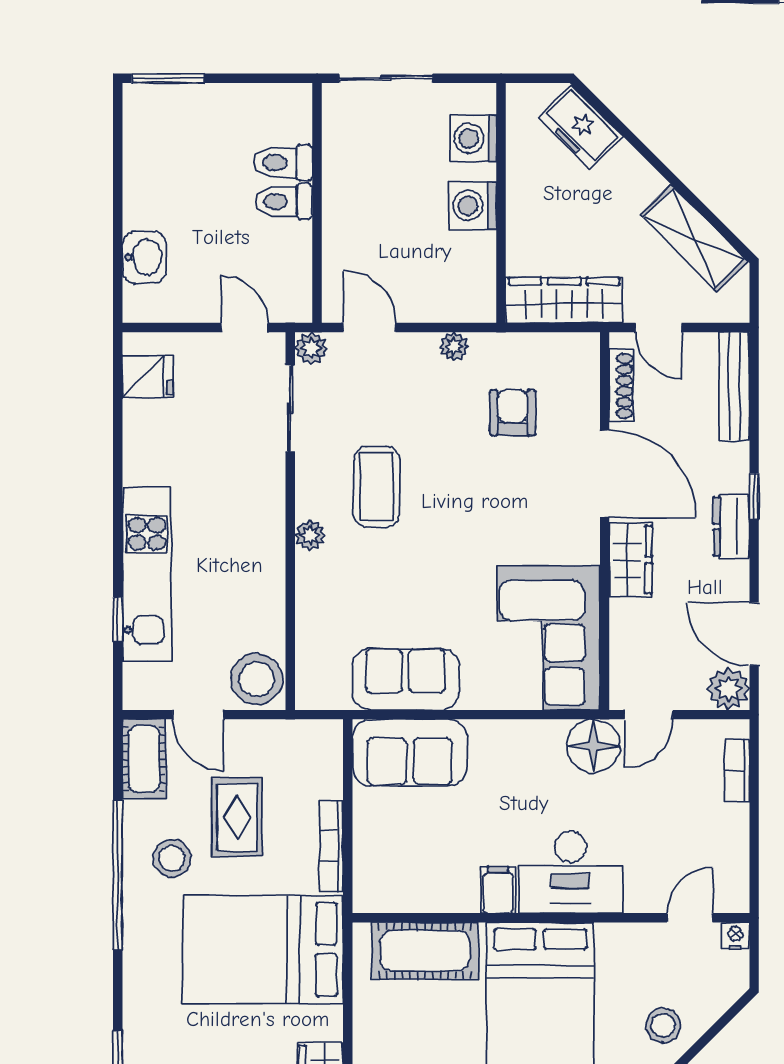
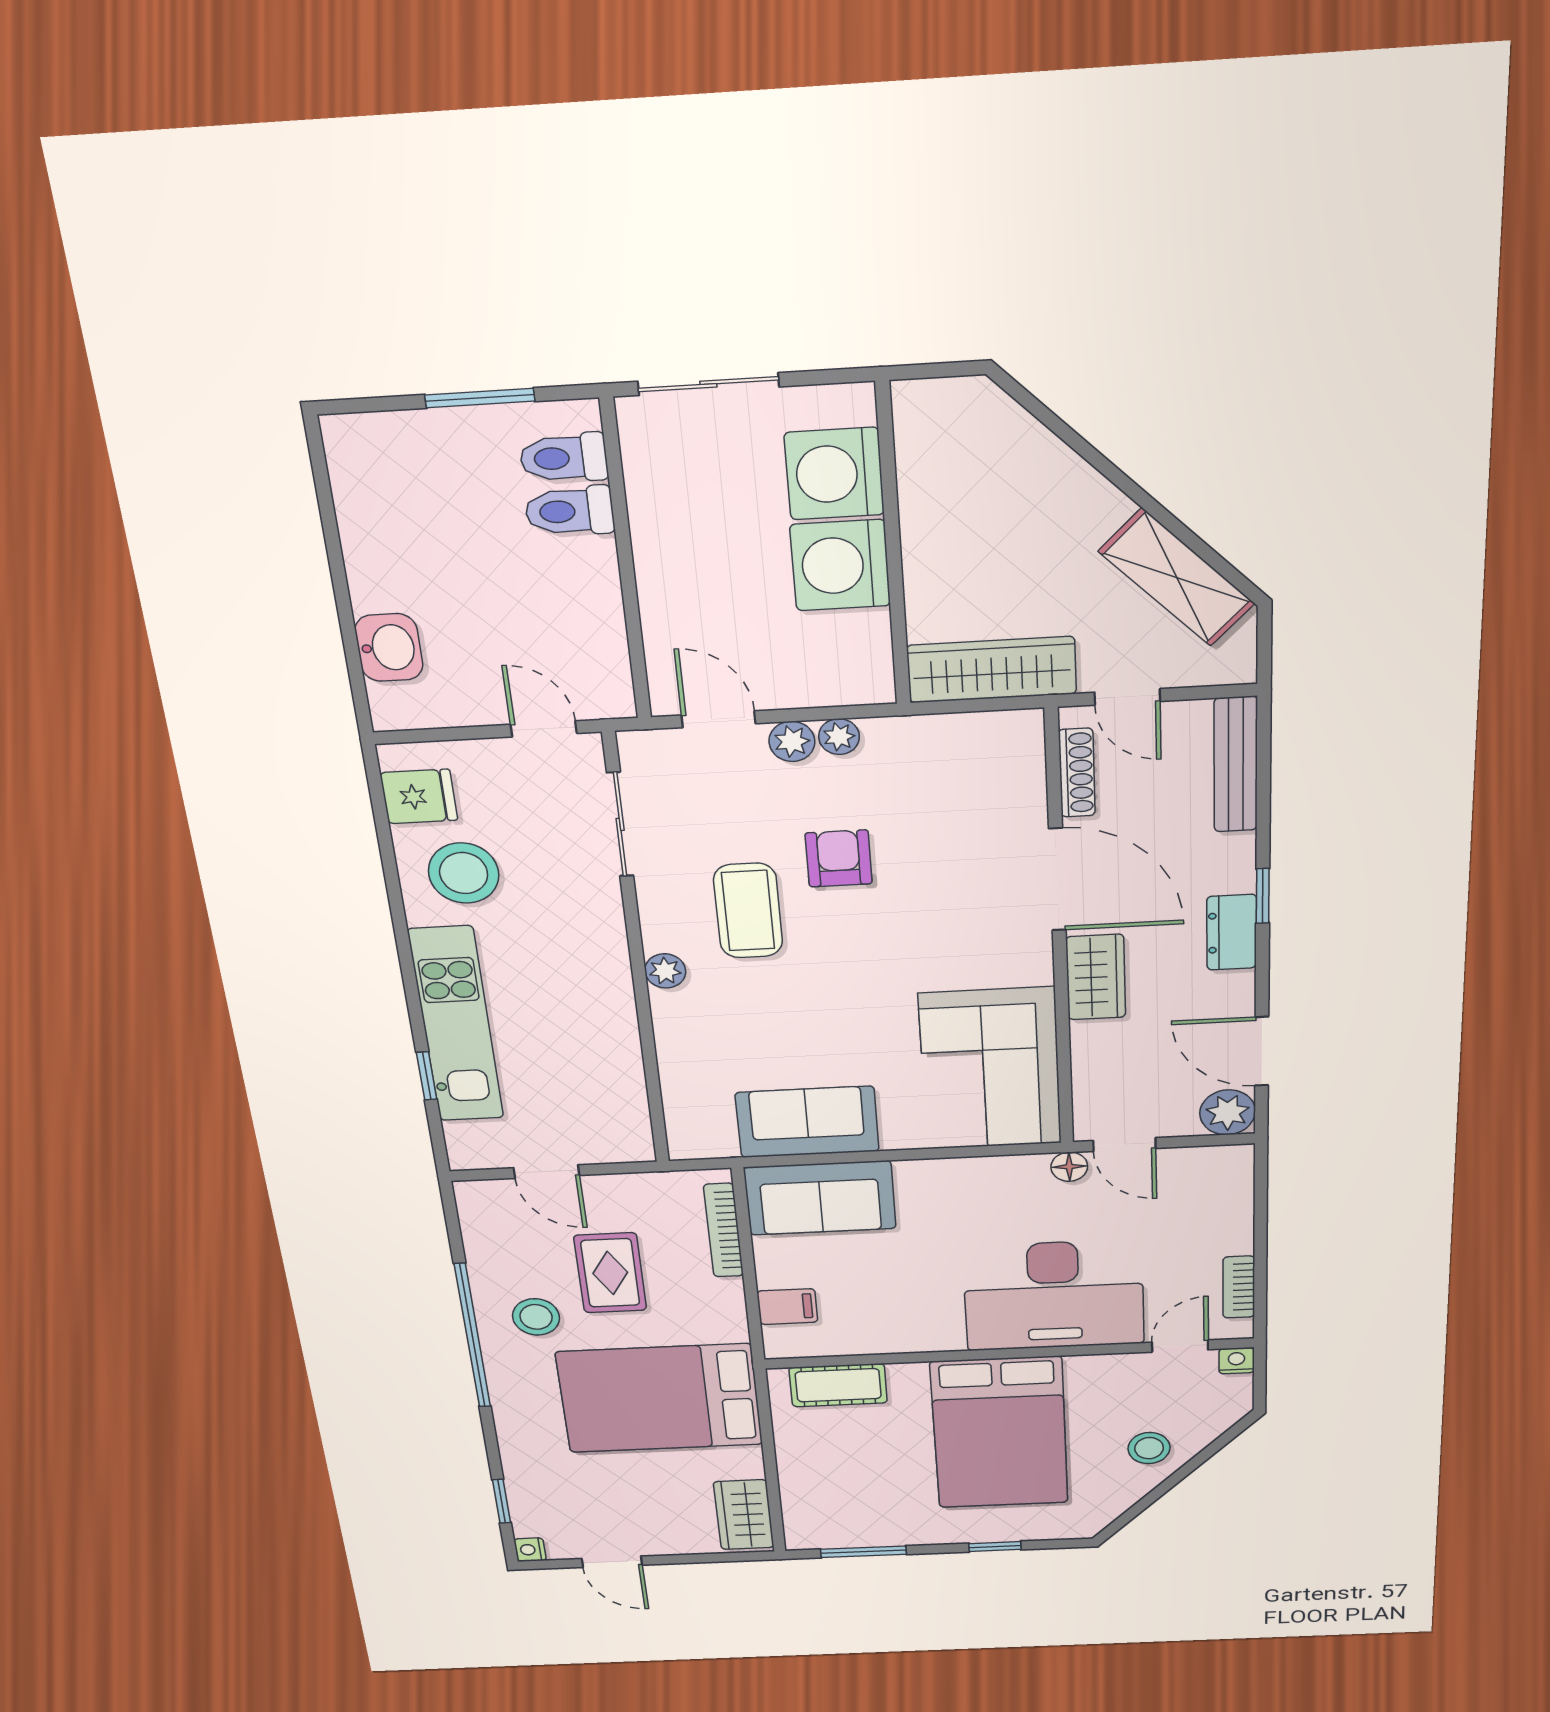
window: (168, 78) -> (480, 398), moved
freezer: (581, 127) -> (1005, 436), removed
washing machine: (473, 138) -> (834, 474), width x1.37, depth x1.37
toilet: (284, 201) -> (564, 458), moved
washing machine: (473, 205) -> (840, 565), width x1.37, depth x1.37
plant: (311, 348) -> (792, 741), moved
armchair: (513, 413) -> (839, 858), moved
stool: (257, 679) -> (464, 873), moved
door: (649, 715) -> (1124, 1144), hinge flipped
floor lamp: (593, 746) -> (1069, 1167), width x0.53, depth x0.53
cot: (144, 759) -> (485, 1220), removed
bookcase: (737, 771) -> (1239, 1287), moved
bookcase: (331, 846) -> (724, 1230), moved
desk: (571, 872) -> (1054, 1295), width x1.36, depth x1.30
filing cabinet: (498, 890) -> (787, 1307), moved, turned 90
cot: (425, 951) -> (838, 1385), width x0.73, depth x0.75

